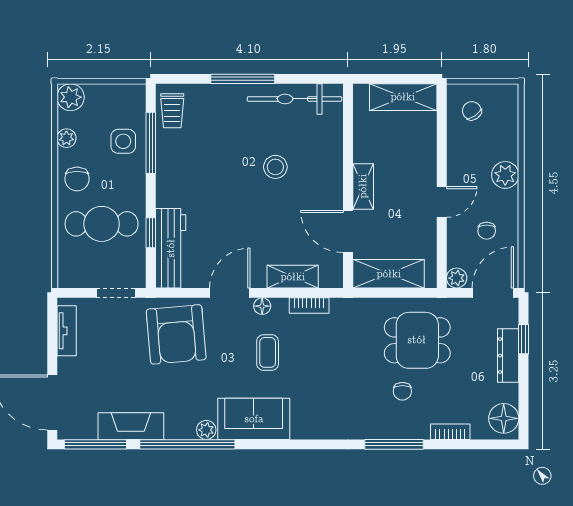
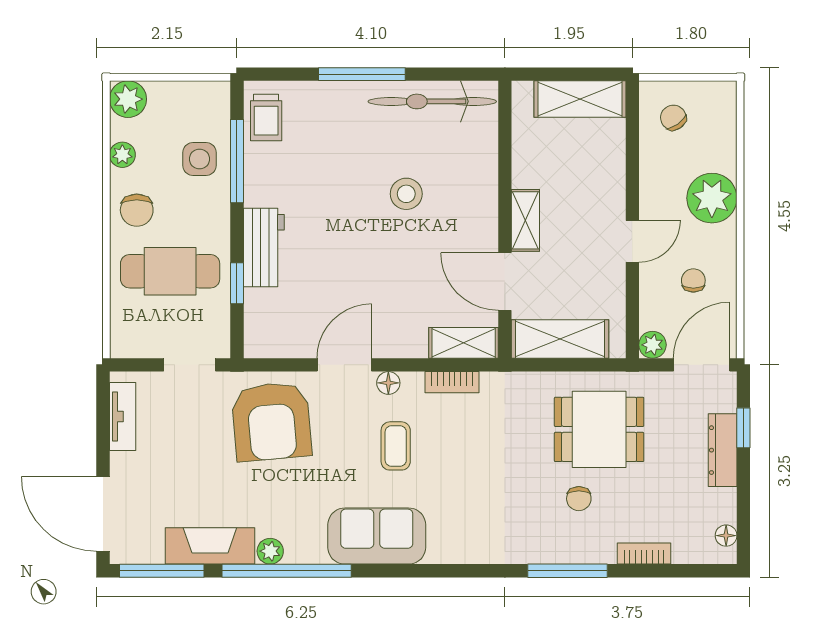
plant: (505, 175) -> (712, 198), width x1.36, depth x1.36
chair: (487, 231) -> (693, 280), turned 180
workbench: (171, 248) -> (264, 248), moved, width x0.73
shelving: (293, 277) -> (464, 343), moved
floor lamp: (504, 418) -> (726, 536), width x0.53, depth x0.53
plant: (206, 430) -> (270, 551), moved

